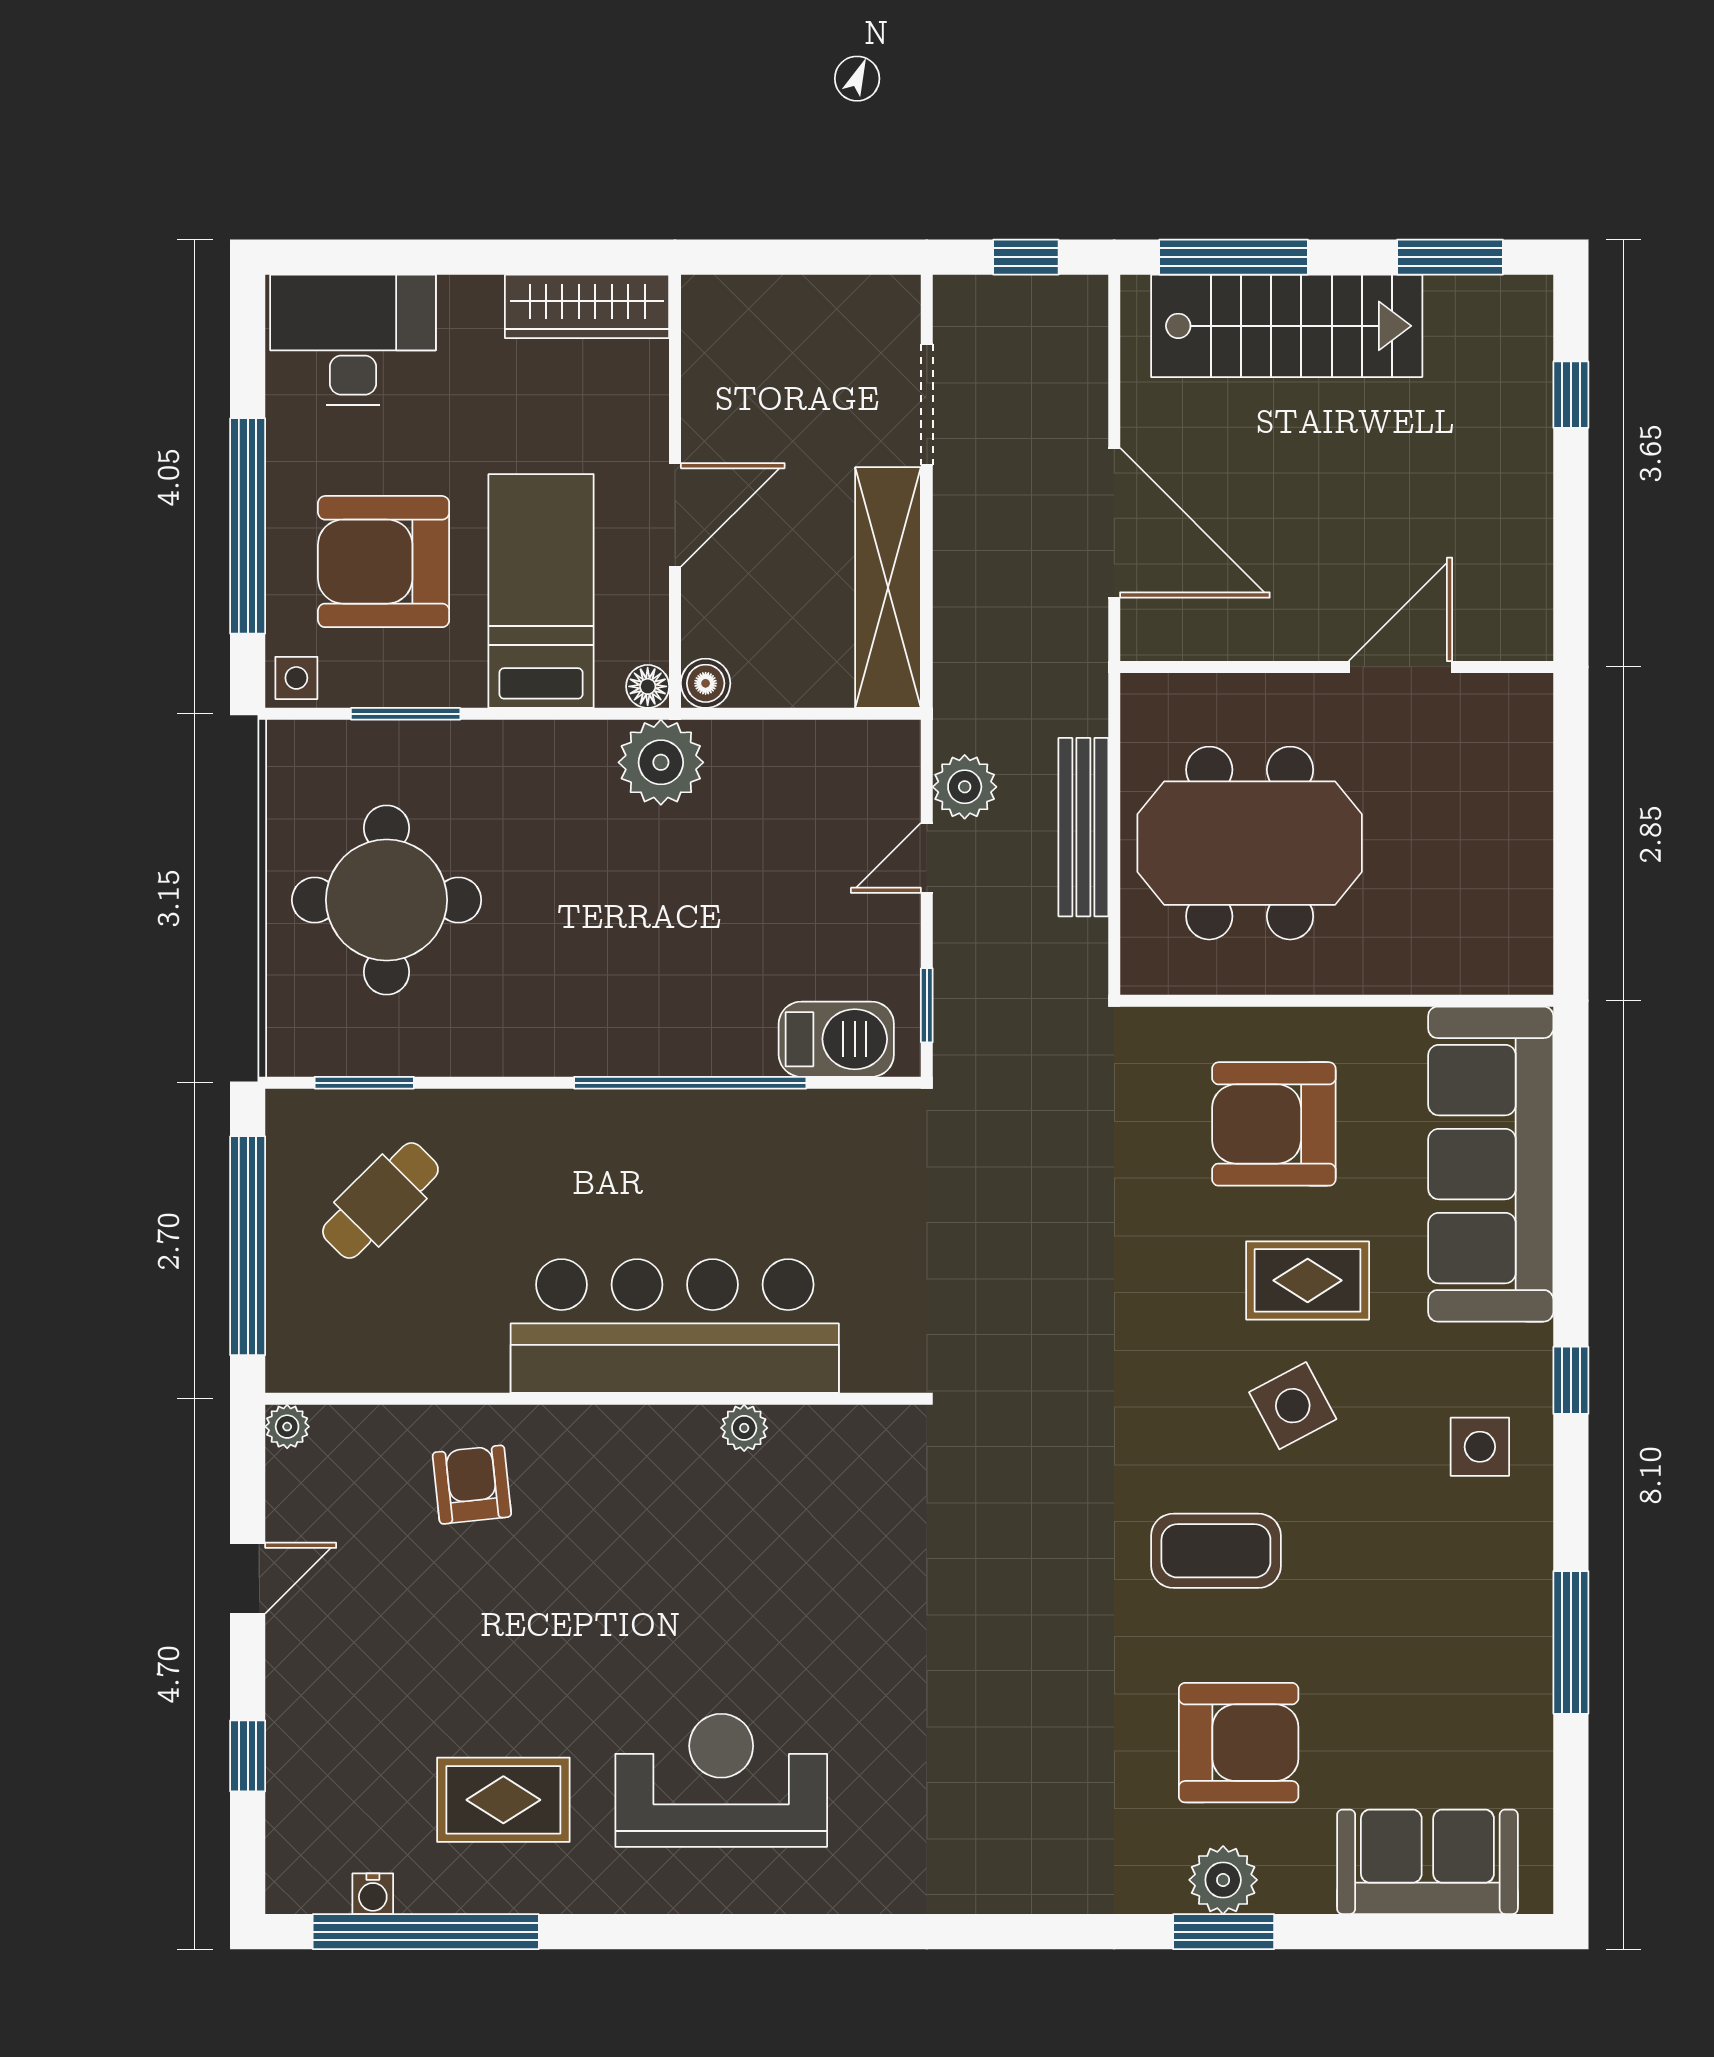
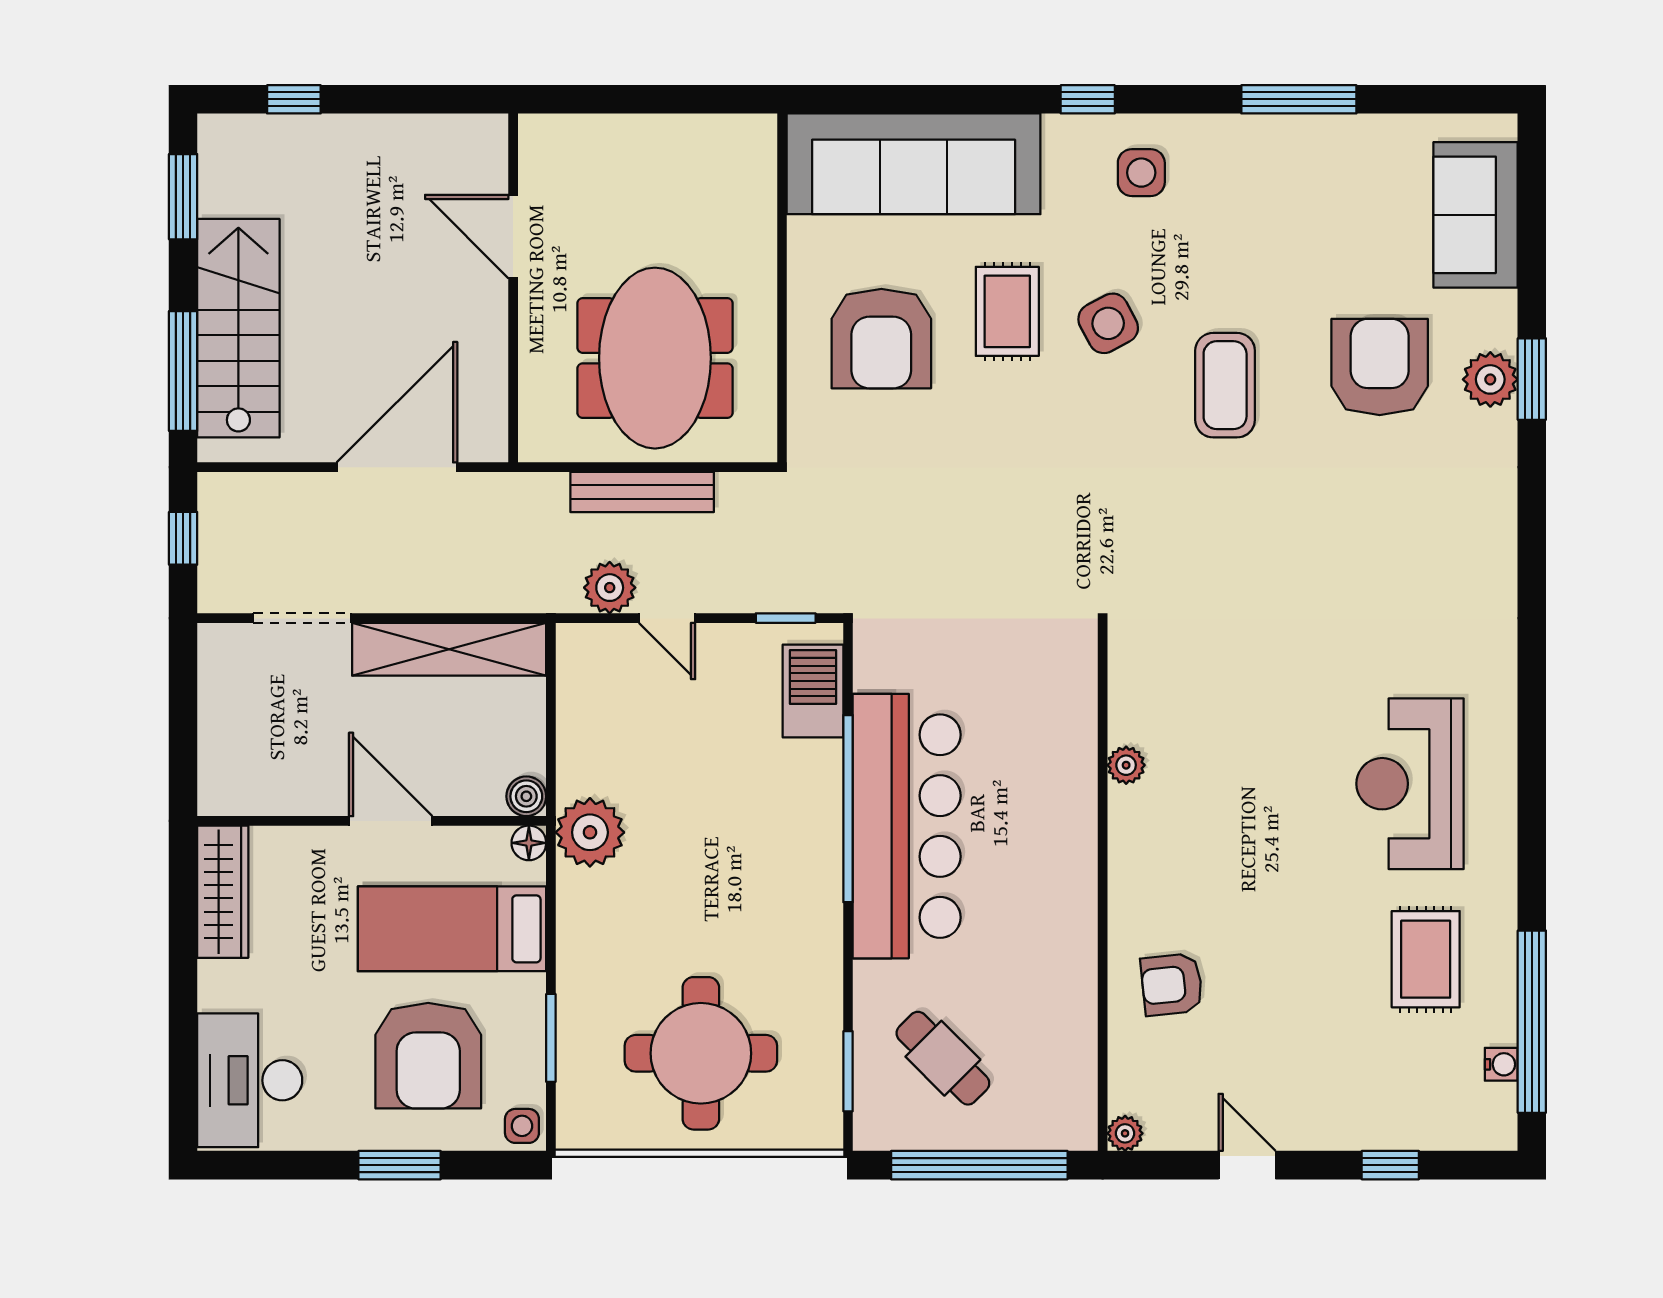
window: (248, 526) -> (400, 1165), width x0.47
bar counter: (675, 1326) -> (907, 826), moved, turned 180

